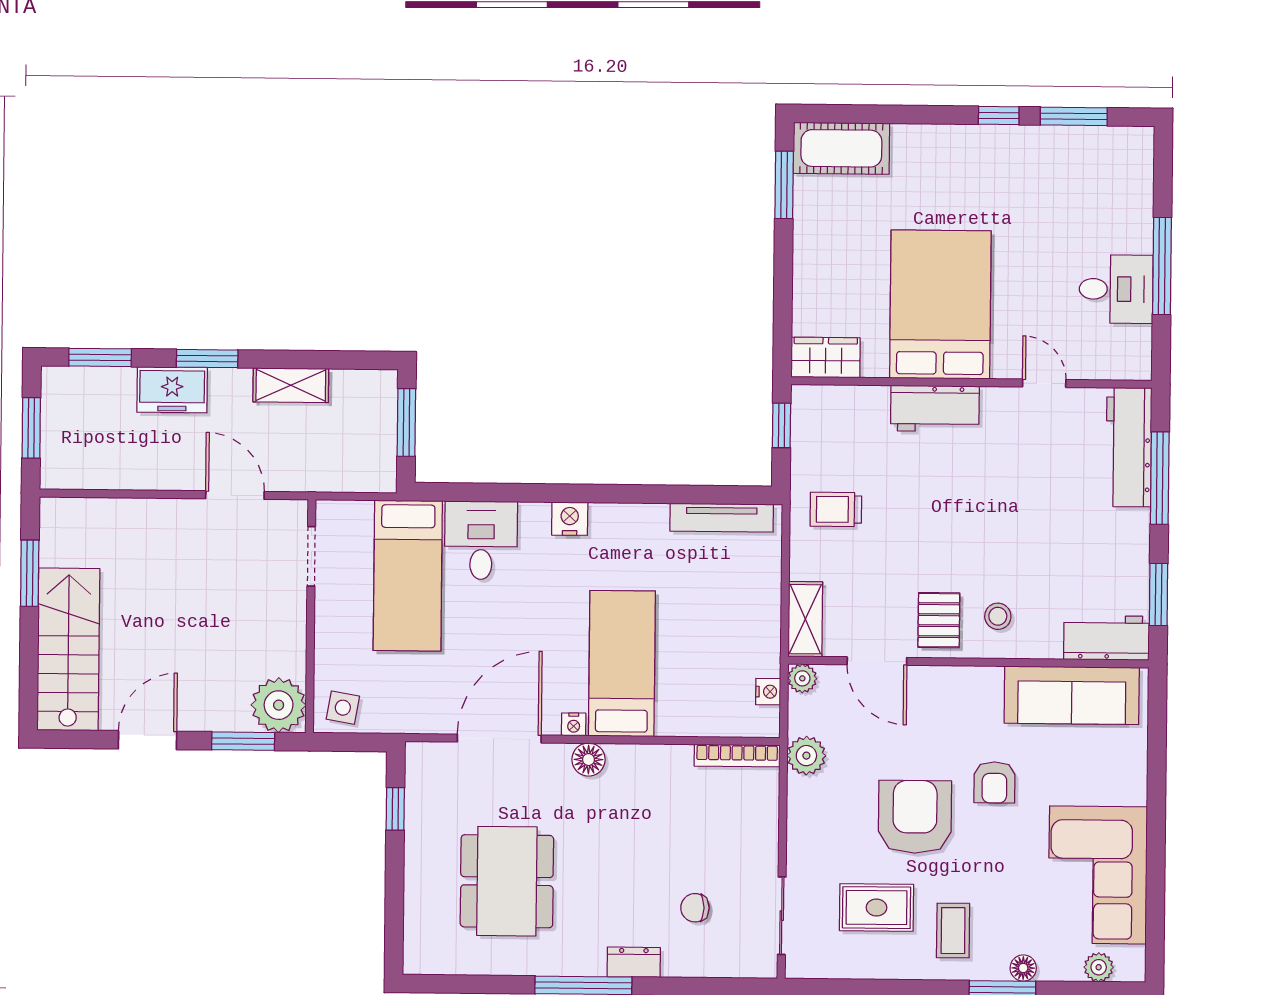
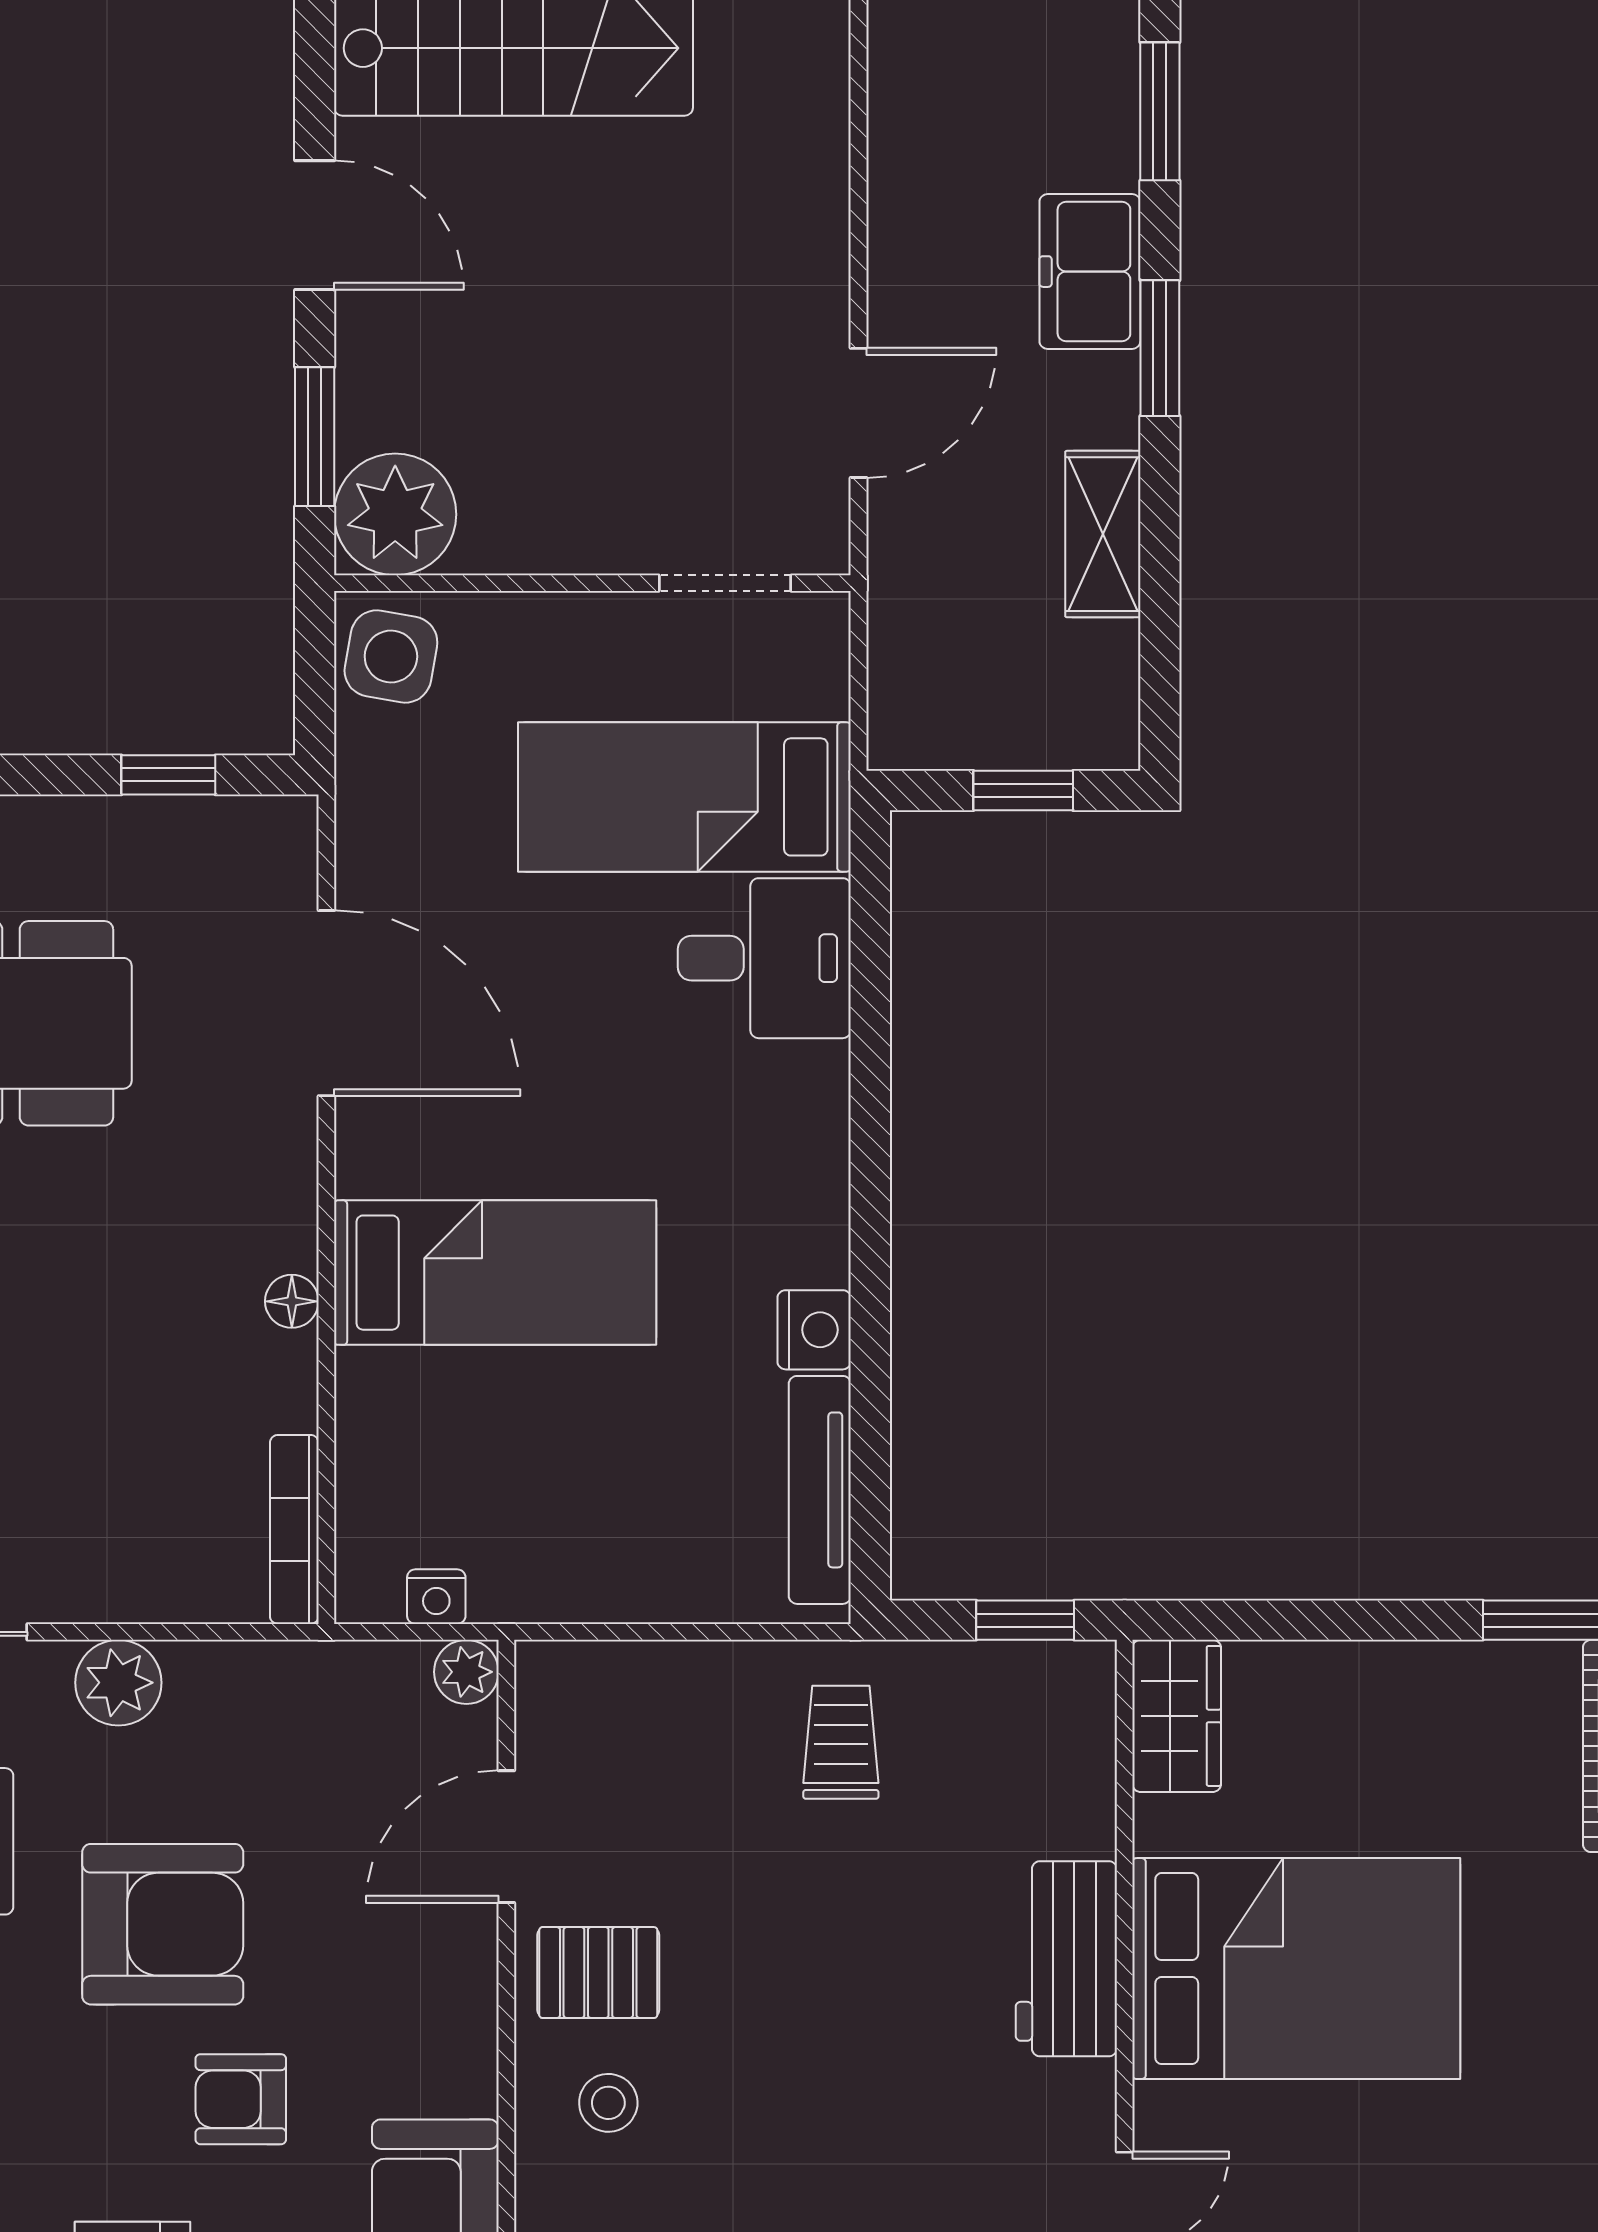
window: (406, 422) -> (1023, 791), width x0.67
nightstand: (570, 519) -> (814, 1330), moved
shelving: (805, 619) -> (597, 1677), removed
side table: (343, 708) -> (391, 656), width x1.37, depth x1.37
nightstand: (574, 724) -> (359, 1167), removed
plant: (806, 756) -> (118, 1683), moved
floor lamp: (589, 760) -> (292, 1301), moved, width x0.73, depth x0.73

